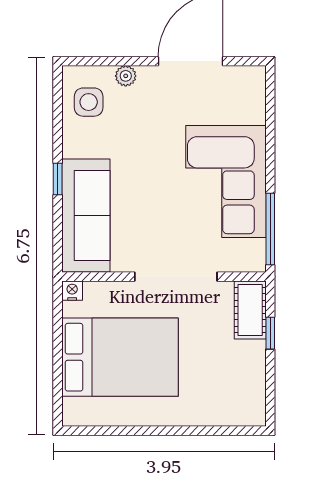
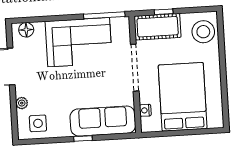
floor lamp: (253, 91) -> (26, 30), added
nightstand: (72, 291) -> (145, 110), moved
cot: (250, 310) -> (158, 27), width x1.37, depth x1.34
stool: (231, 400) -> (203, 32), added

